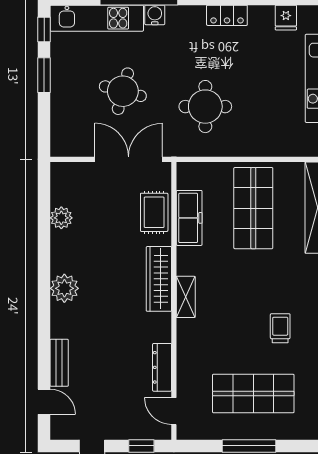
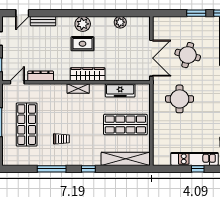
rug: (154, 212) -> (83, 44), moved

